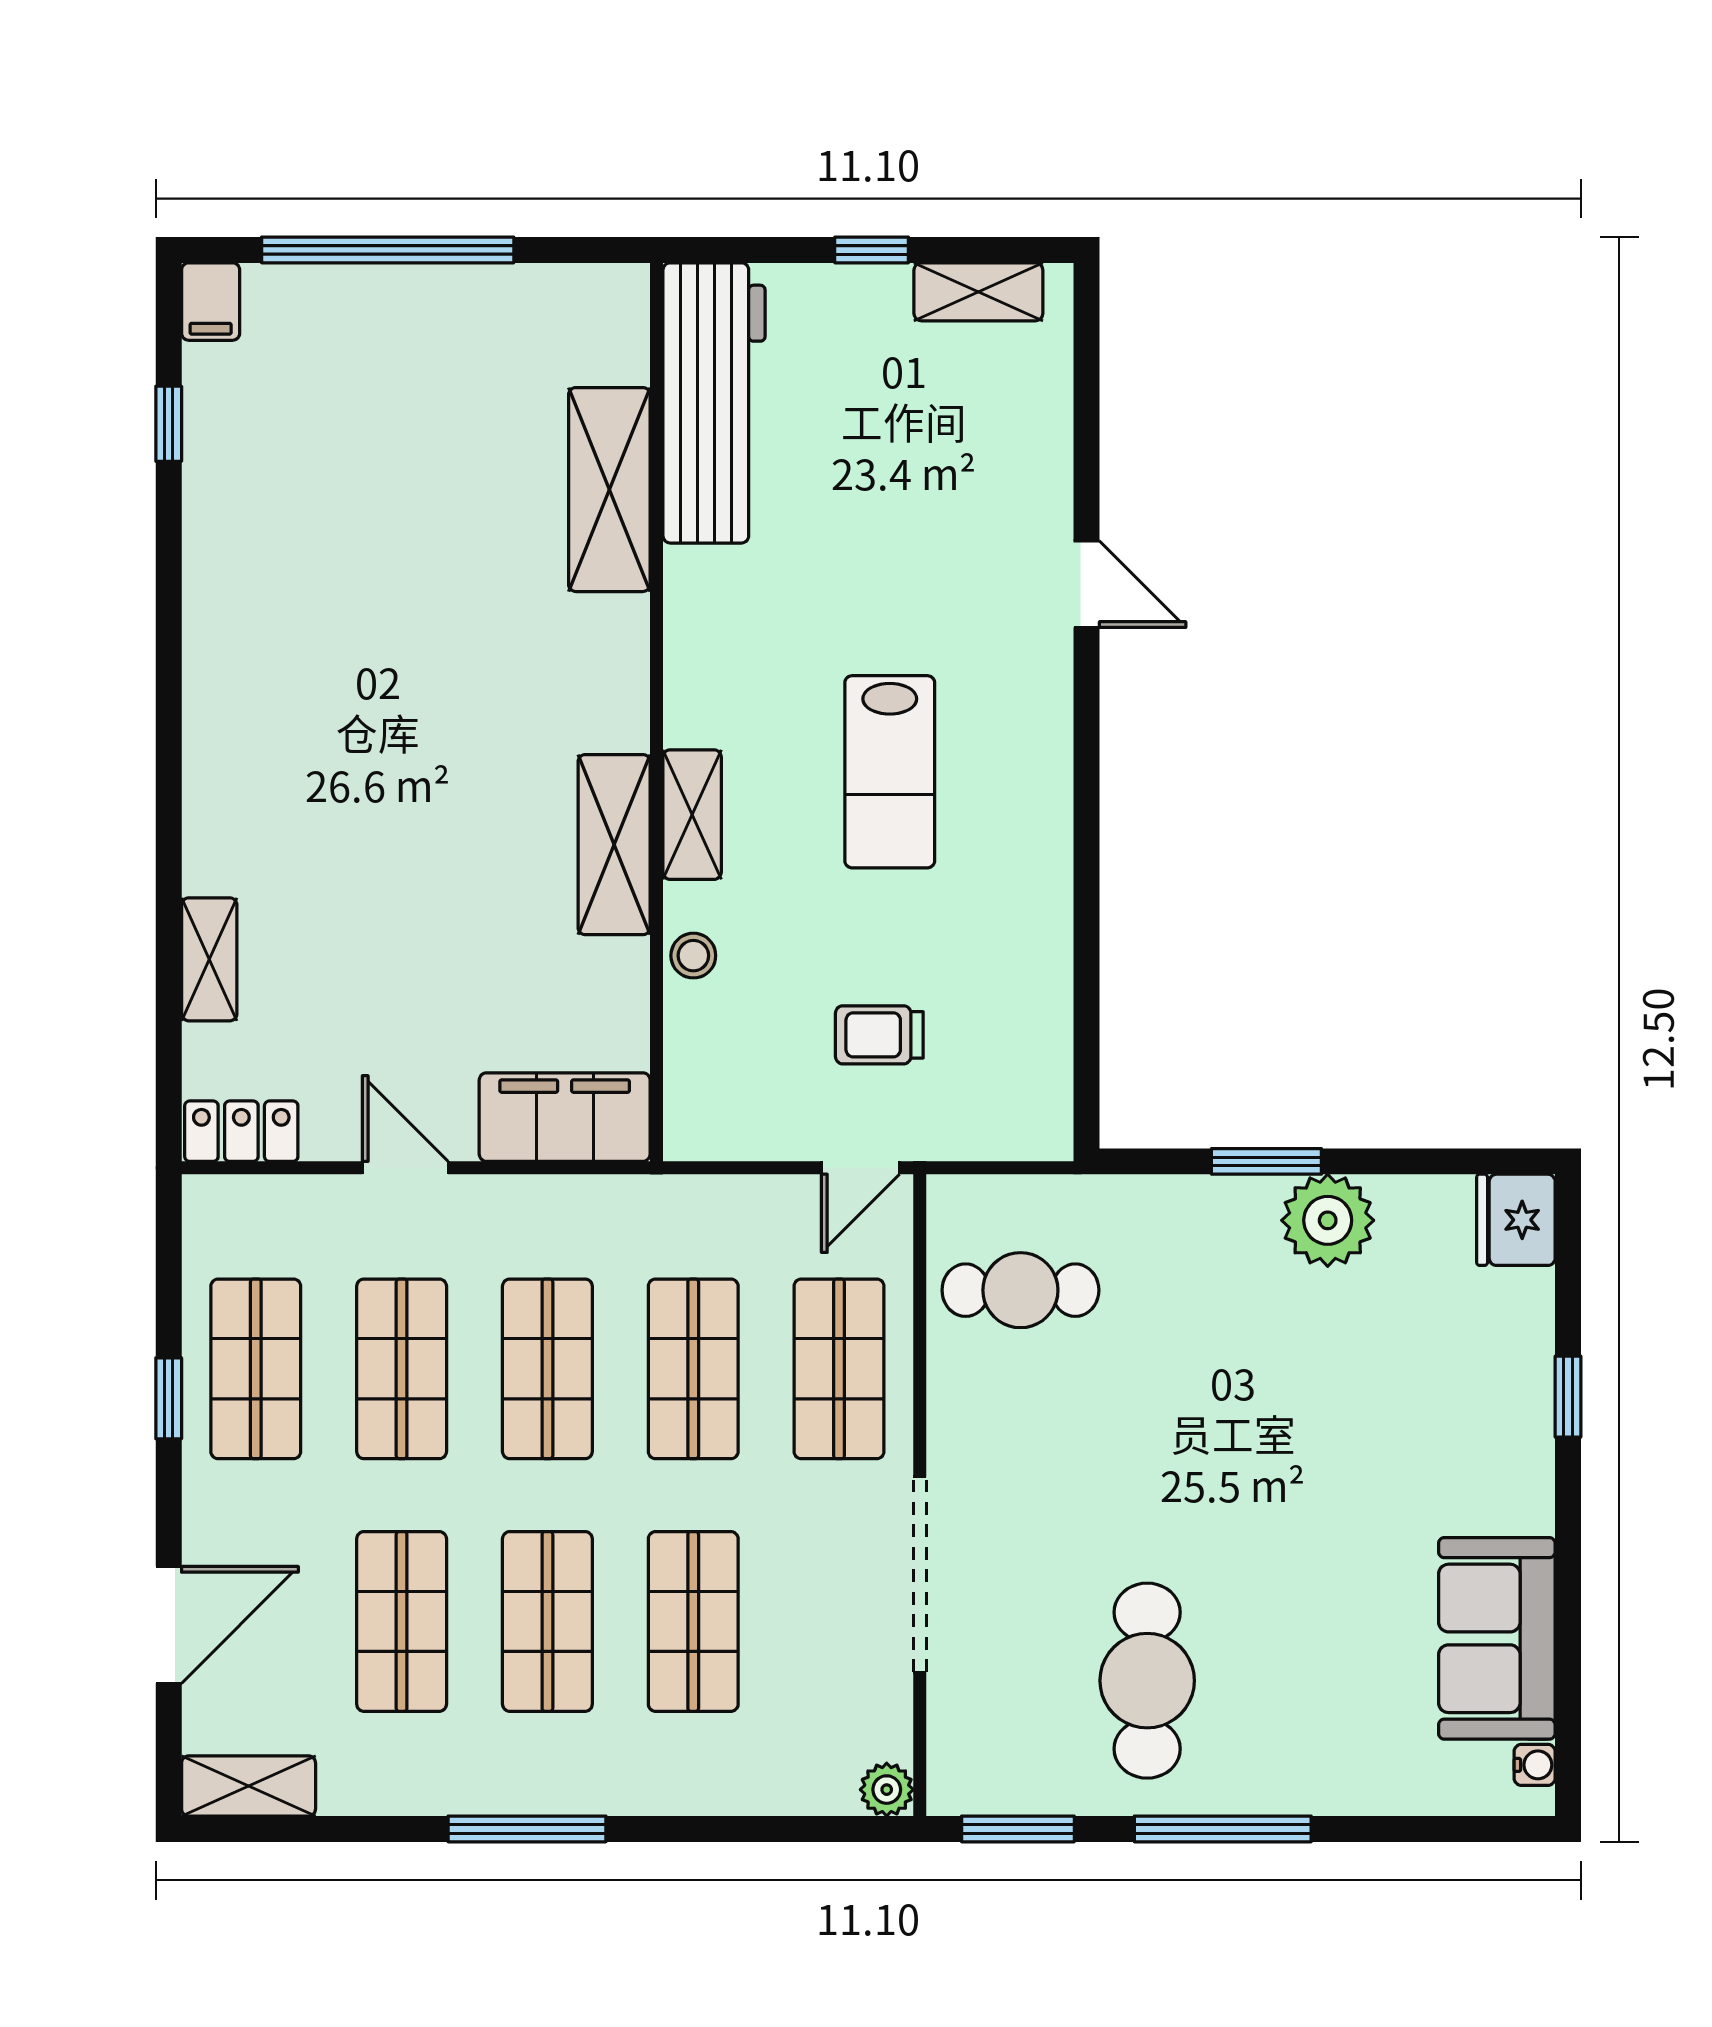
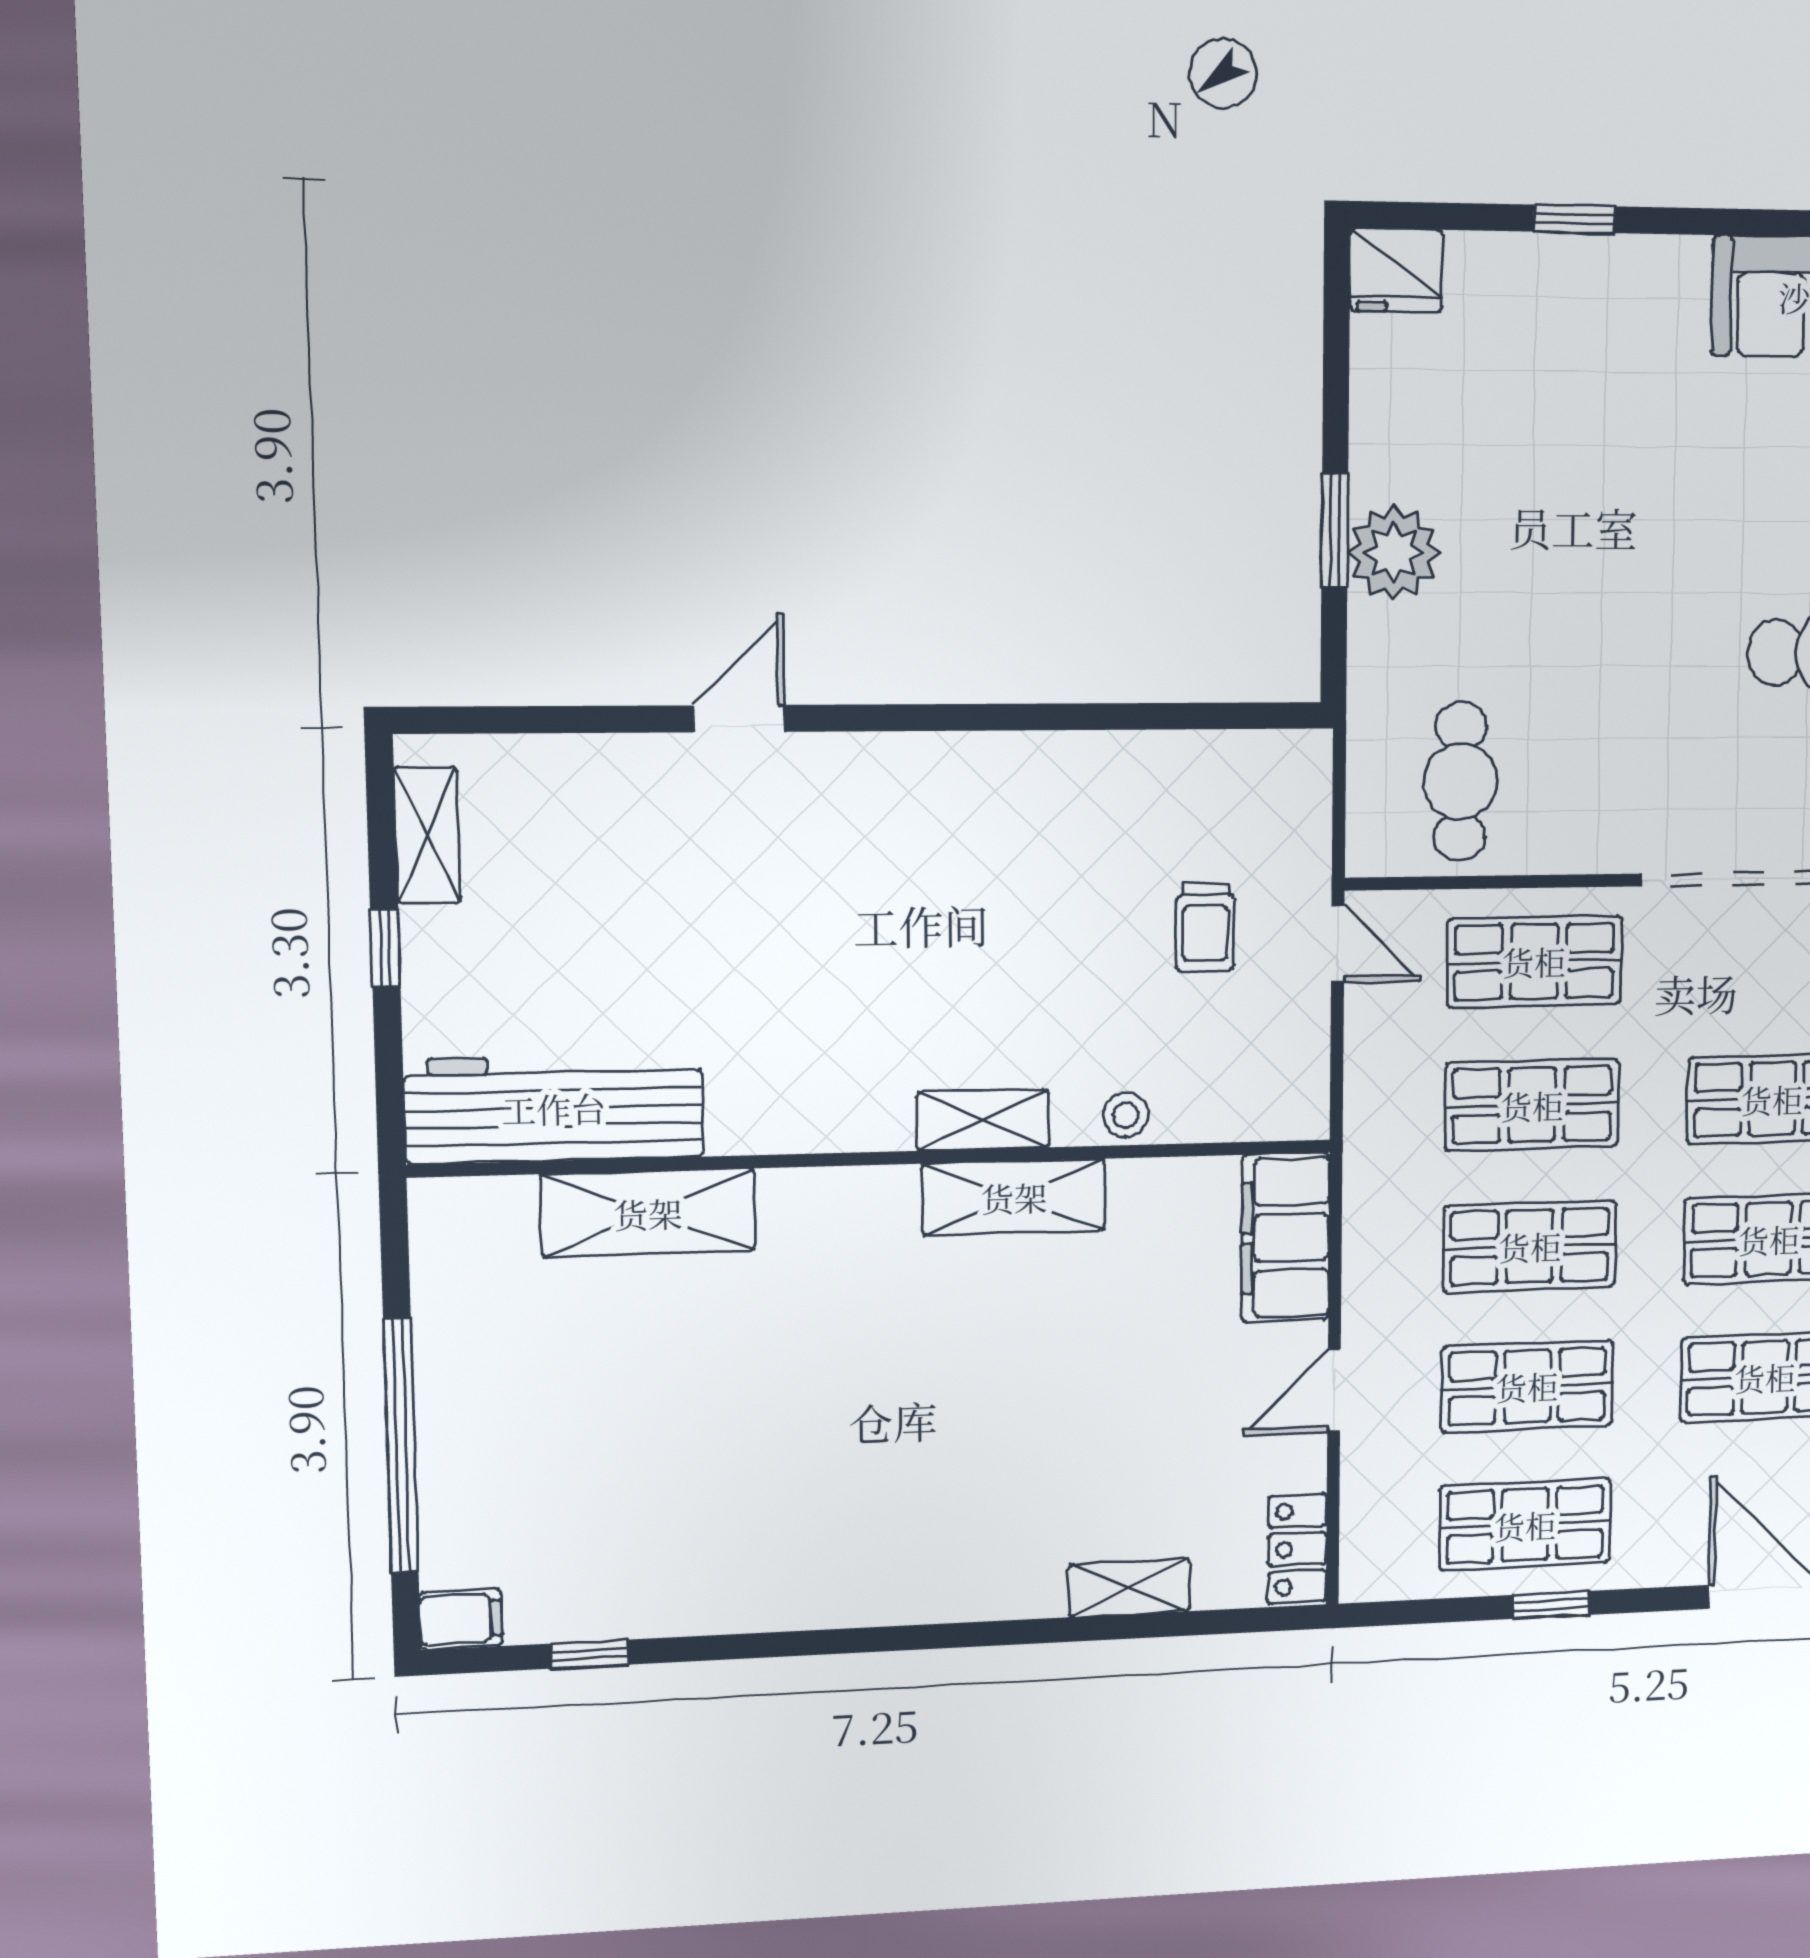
lab bench: (890, 772) -> (938, 921), removed
plant: (1328, 1220) -> (1394, 553), moved

